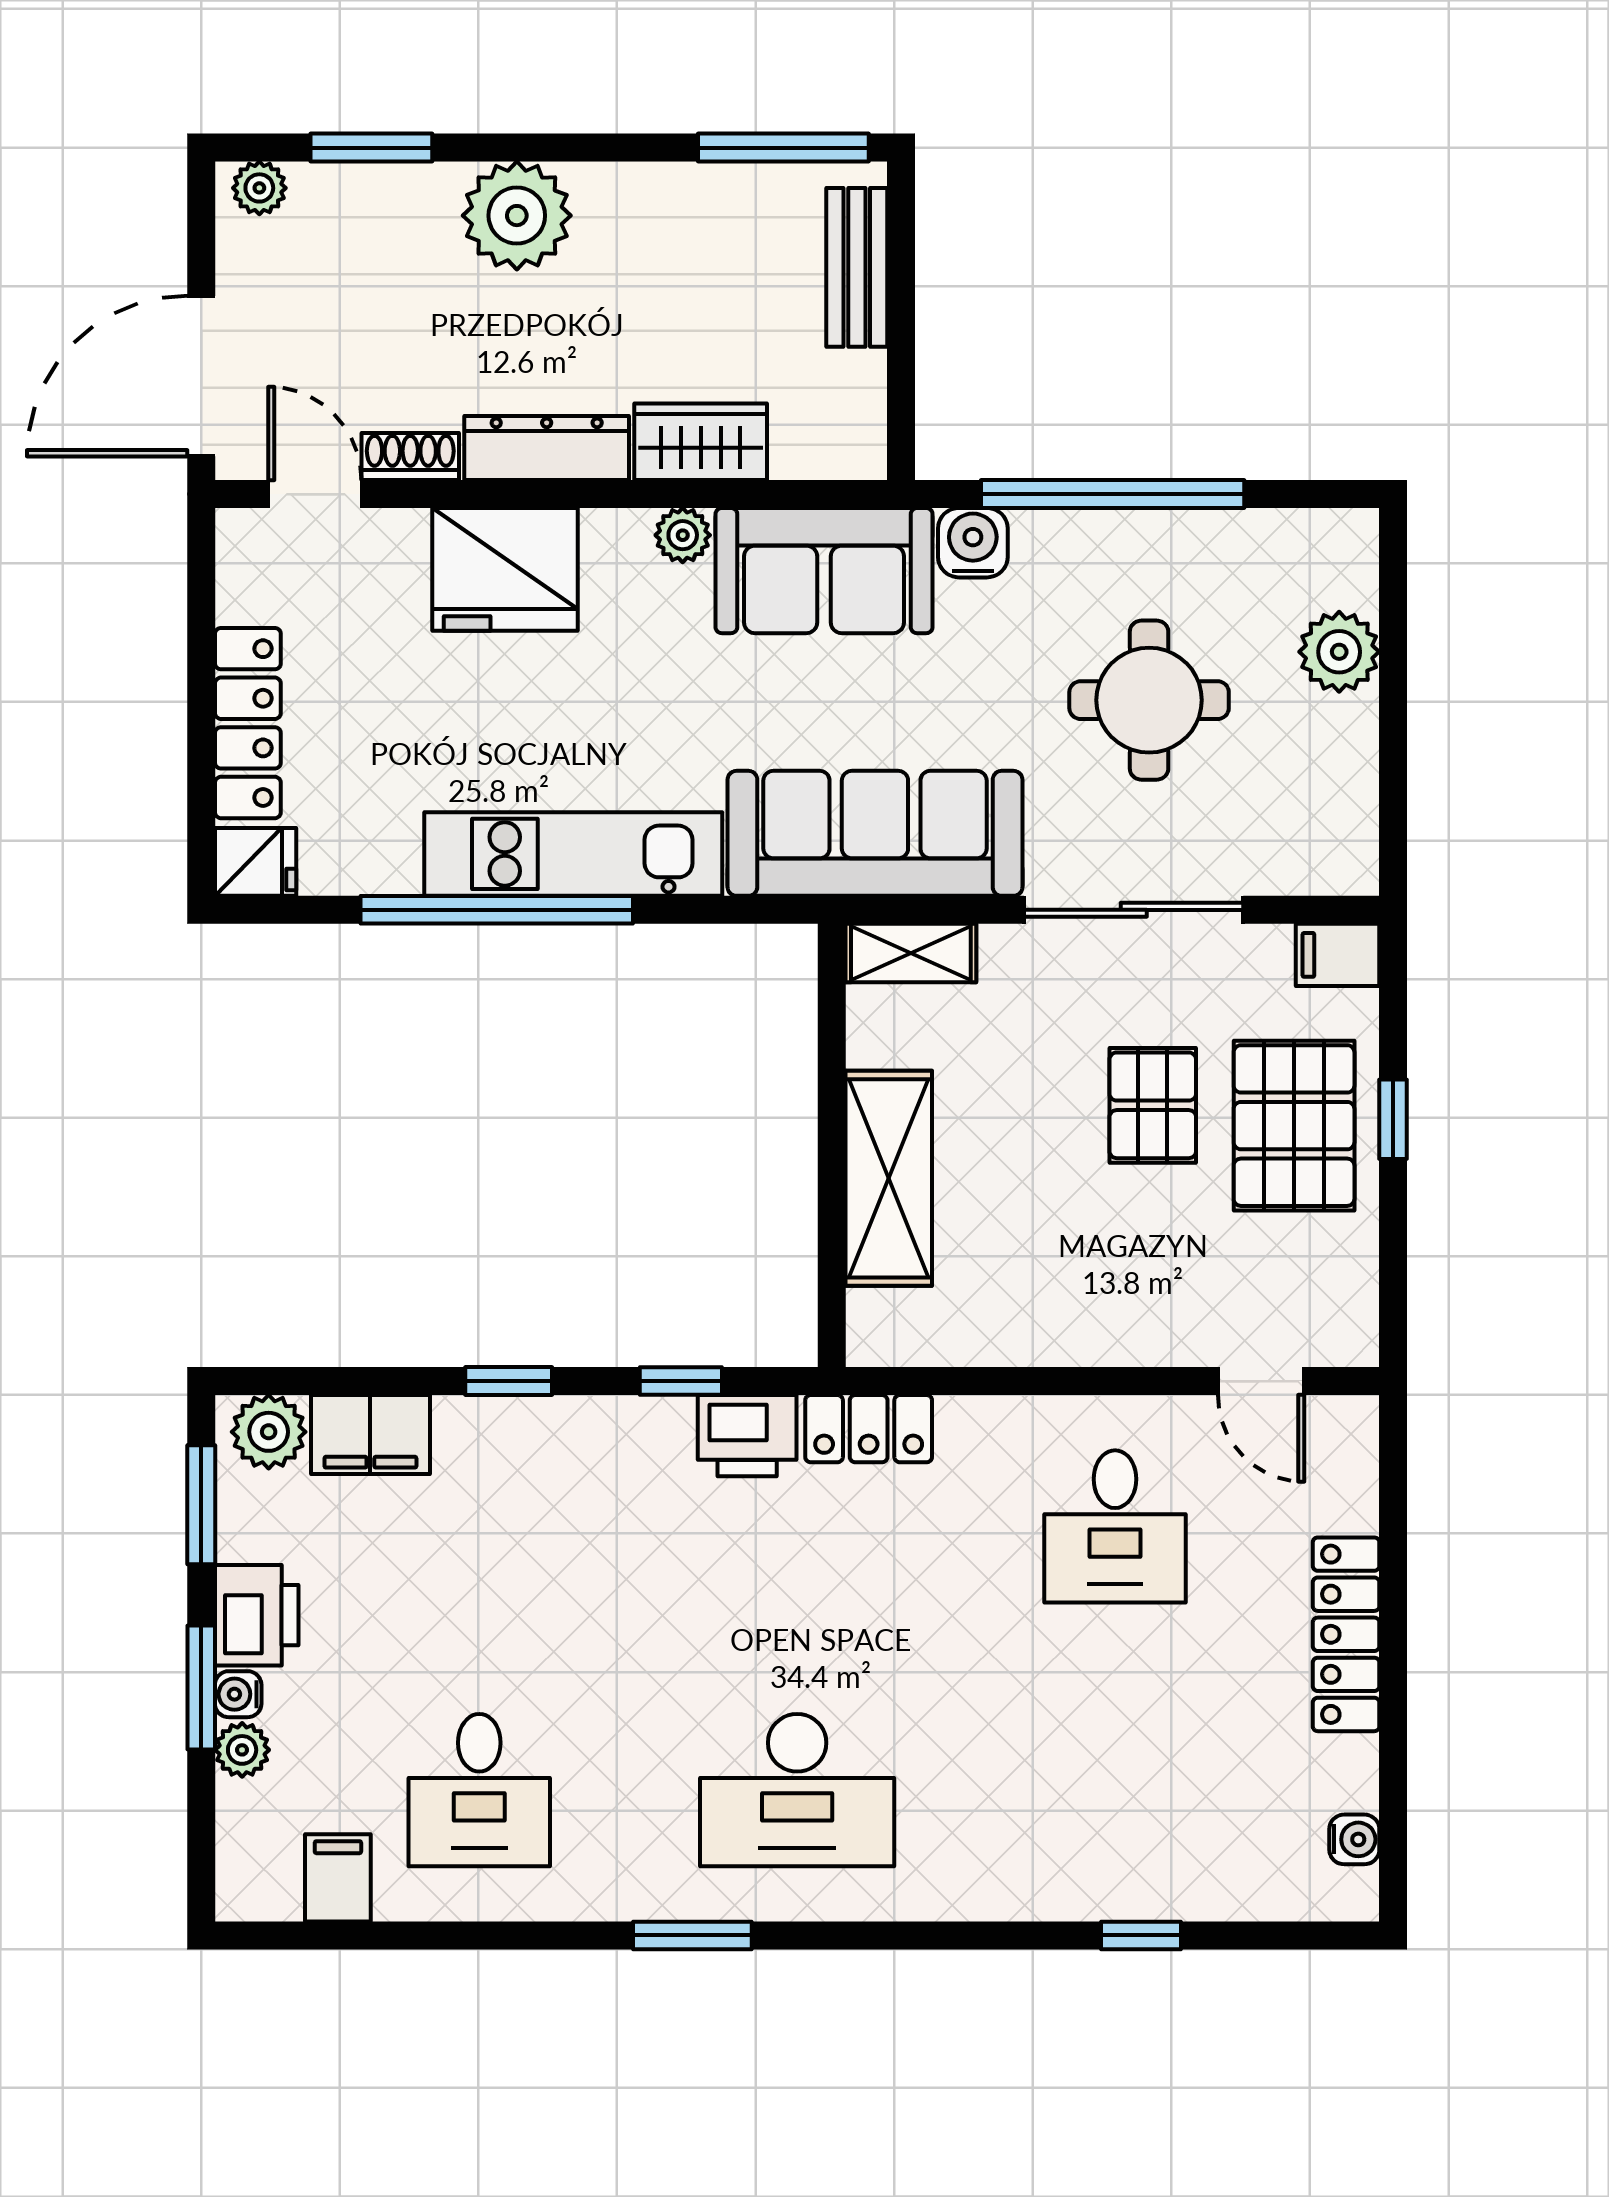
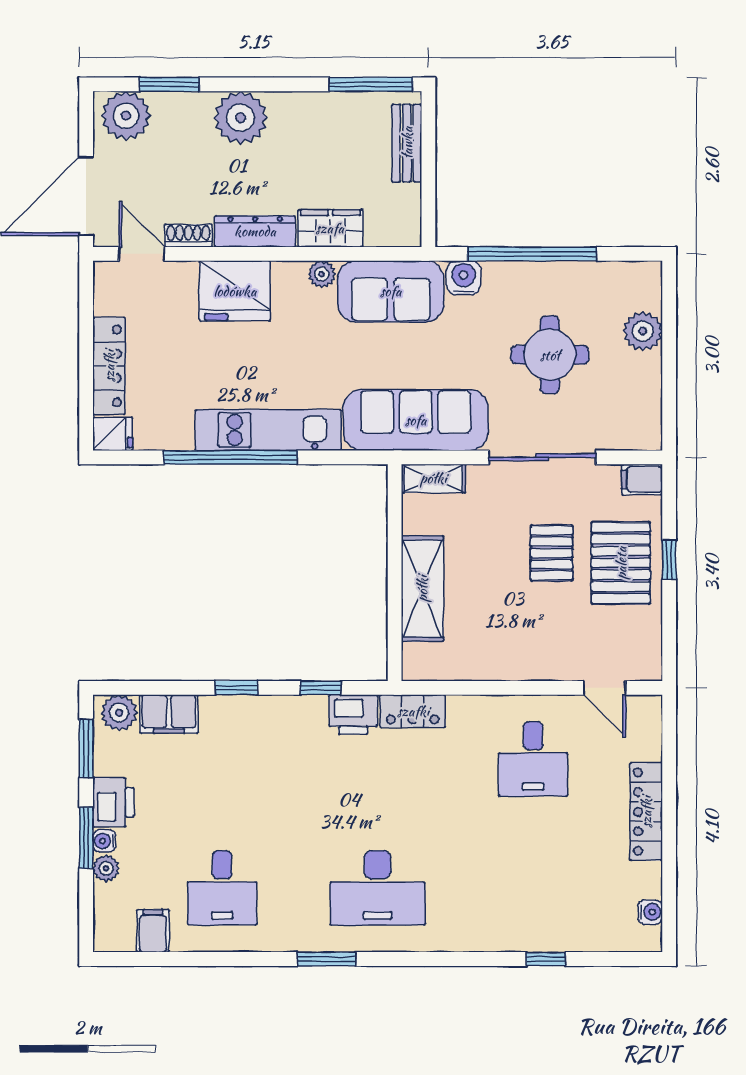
plant: (259, 188) -> (126, 116), width x1.87, depth x1.87

